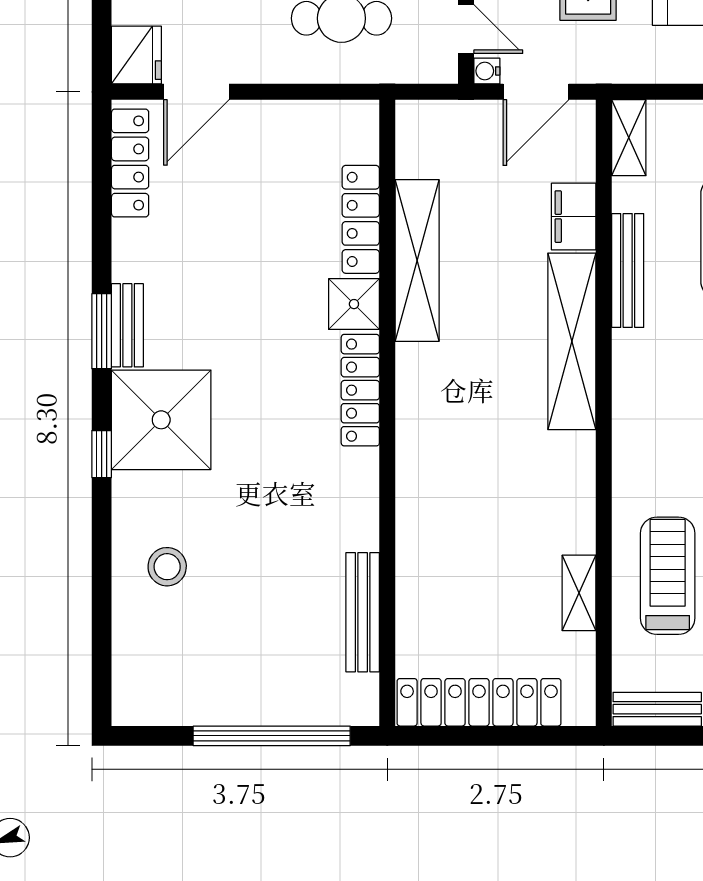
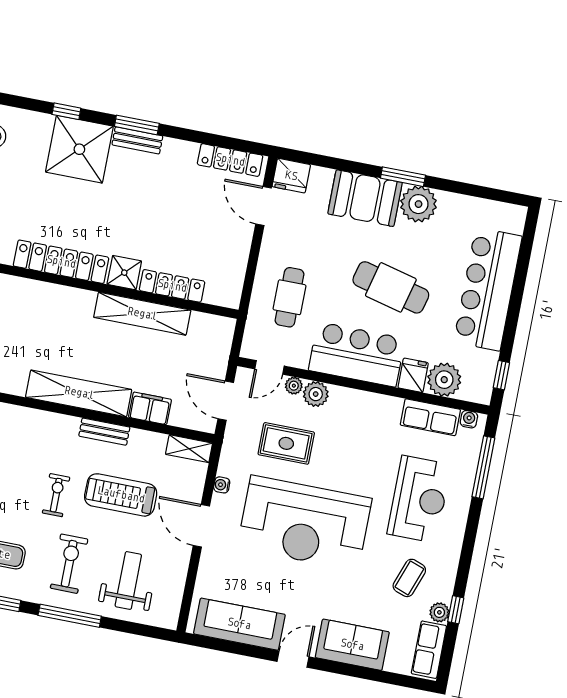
water cooler: (487, 71) -> (222, 485), moved, turned -90
bench: (628, 270) -> (104, 432), width x0.73
locker: (360, 390) -> (61, 262), width x1.41, depth x1.21

